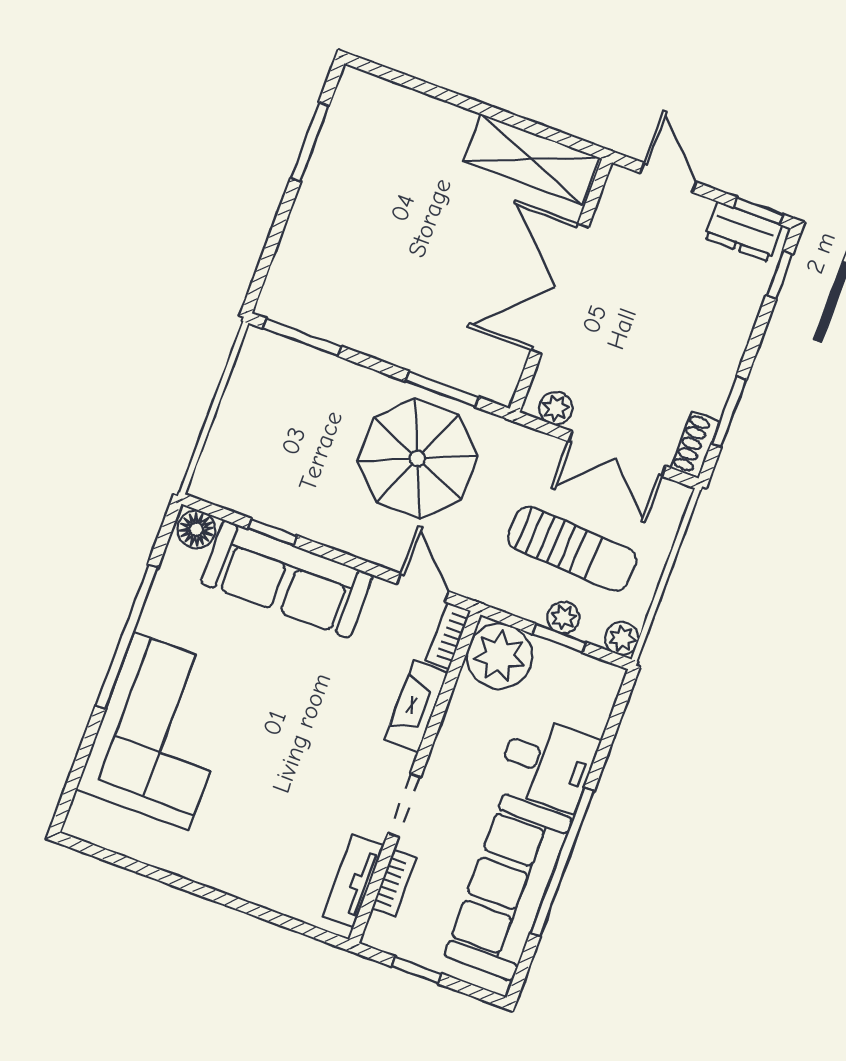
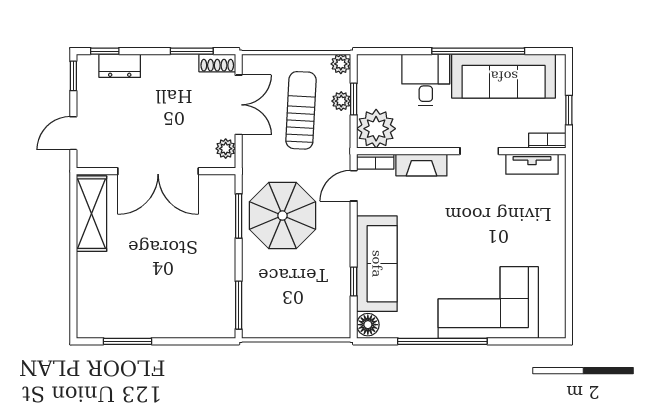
dresser: (743, 232) -> (120, 66), moved, turned 90
bookcase: (394, 883) -> (547, 141), moved

